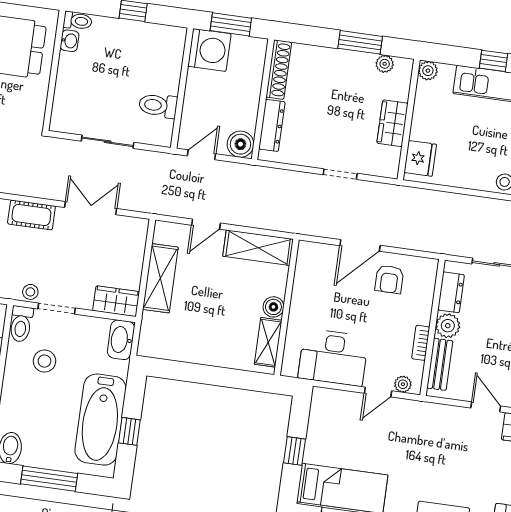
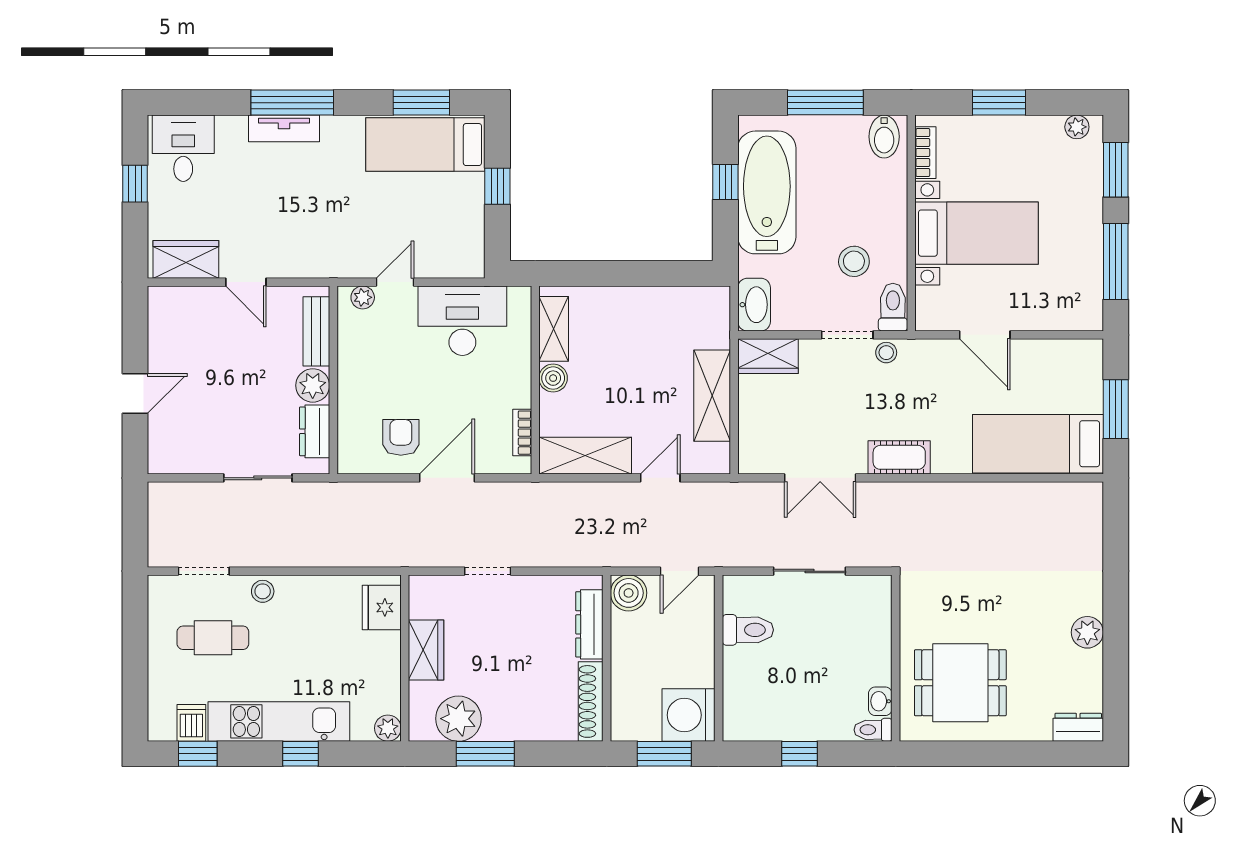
plant: (385, 64) -> (458, 719), width x1.88, depth x1.88
bookcase: (421, 343) -> (522, 433), moved, turned 180

